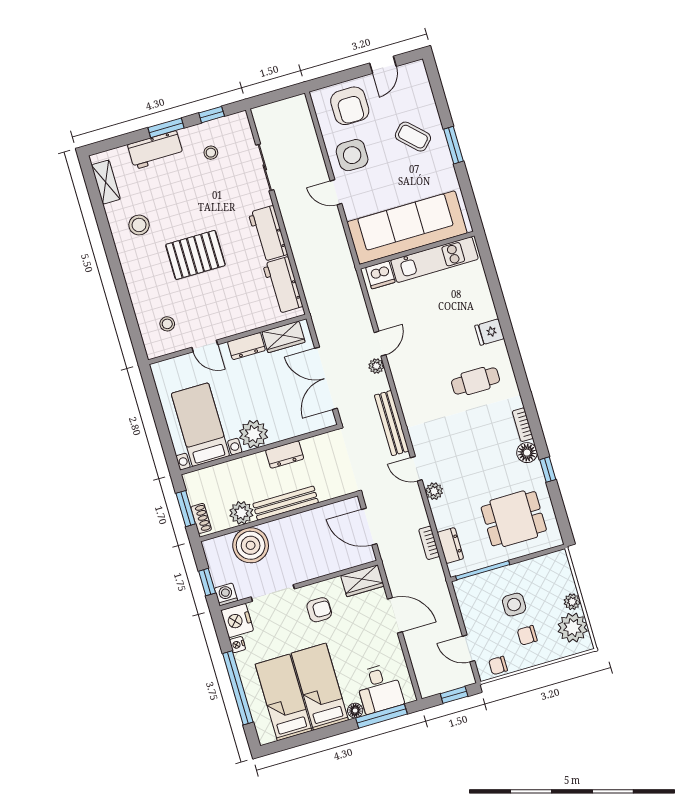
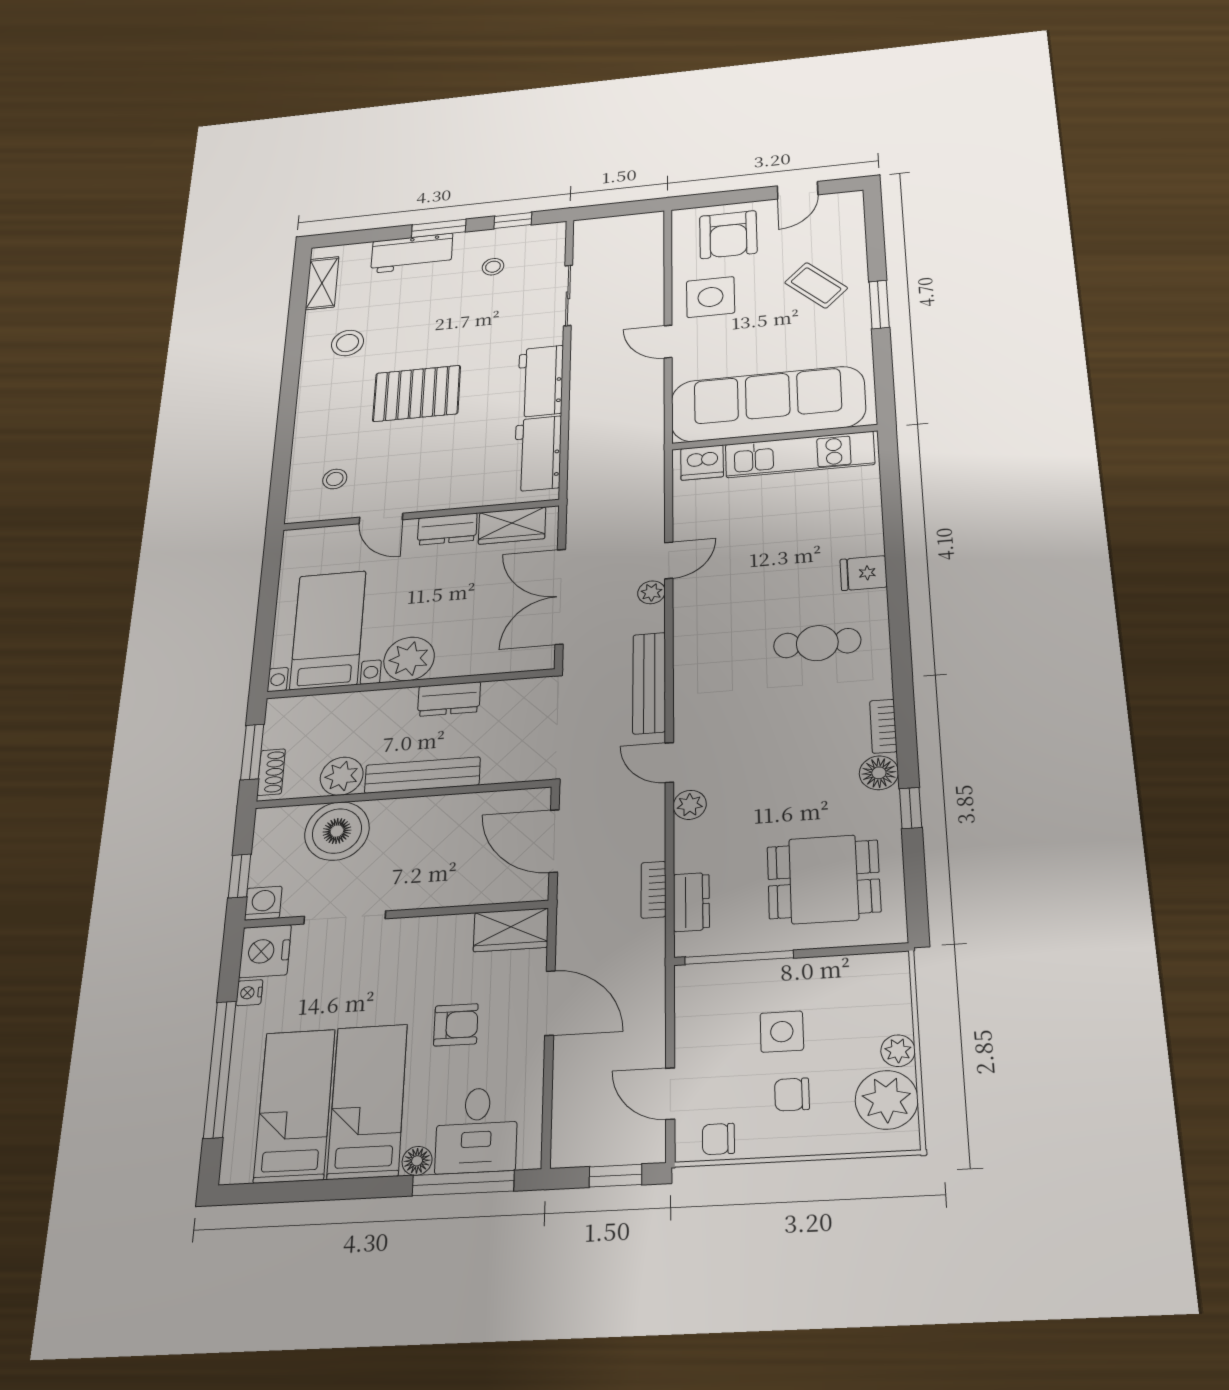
armchair: (319, 610) -> (456, 1025), moved

